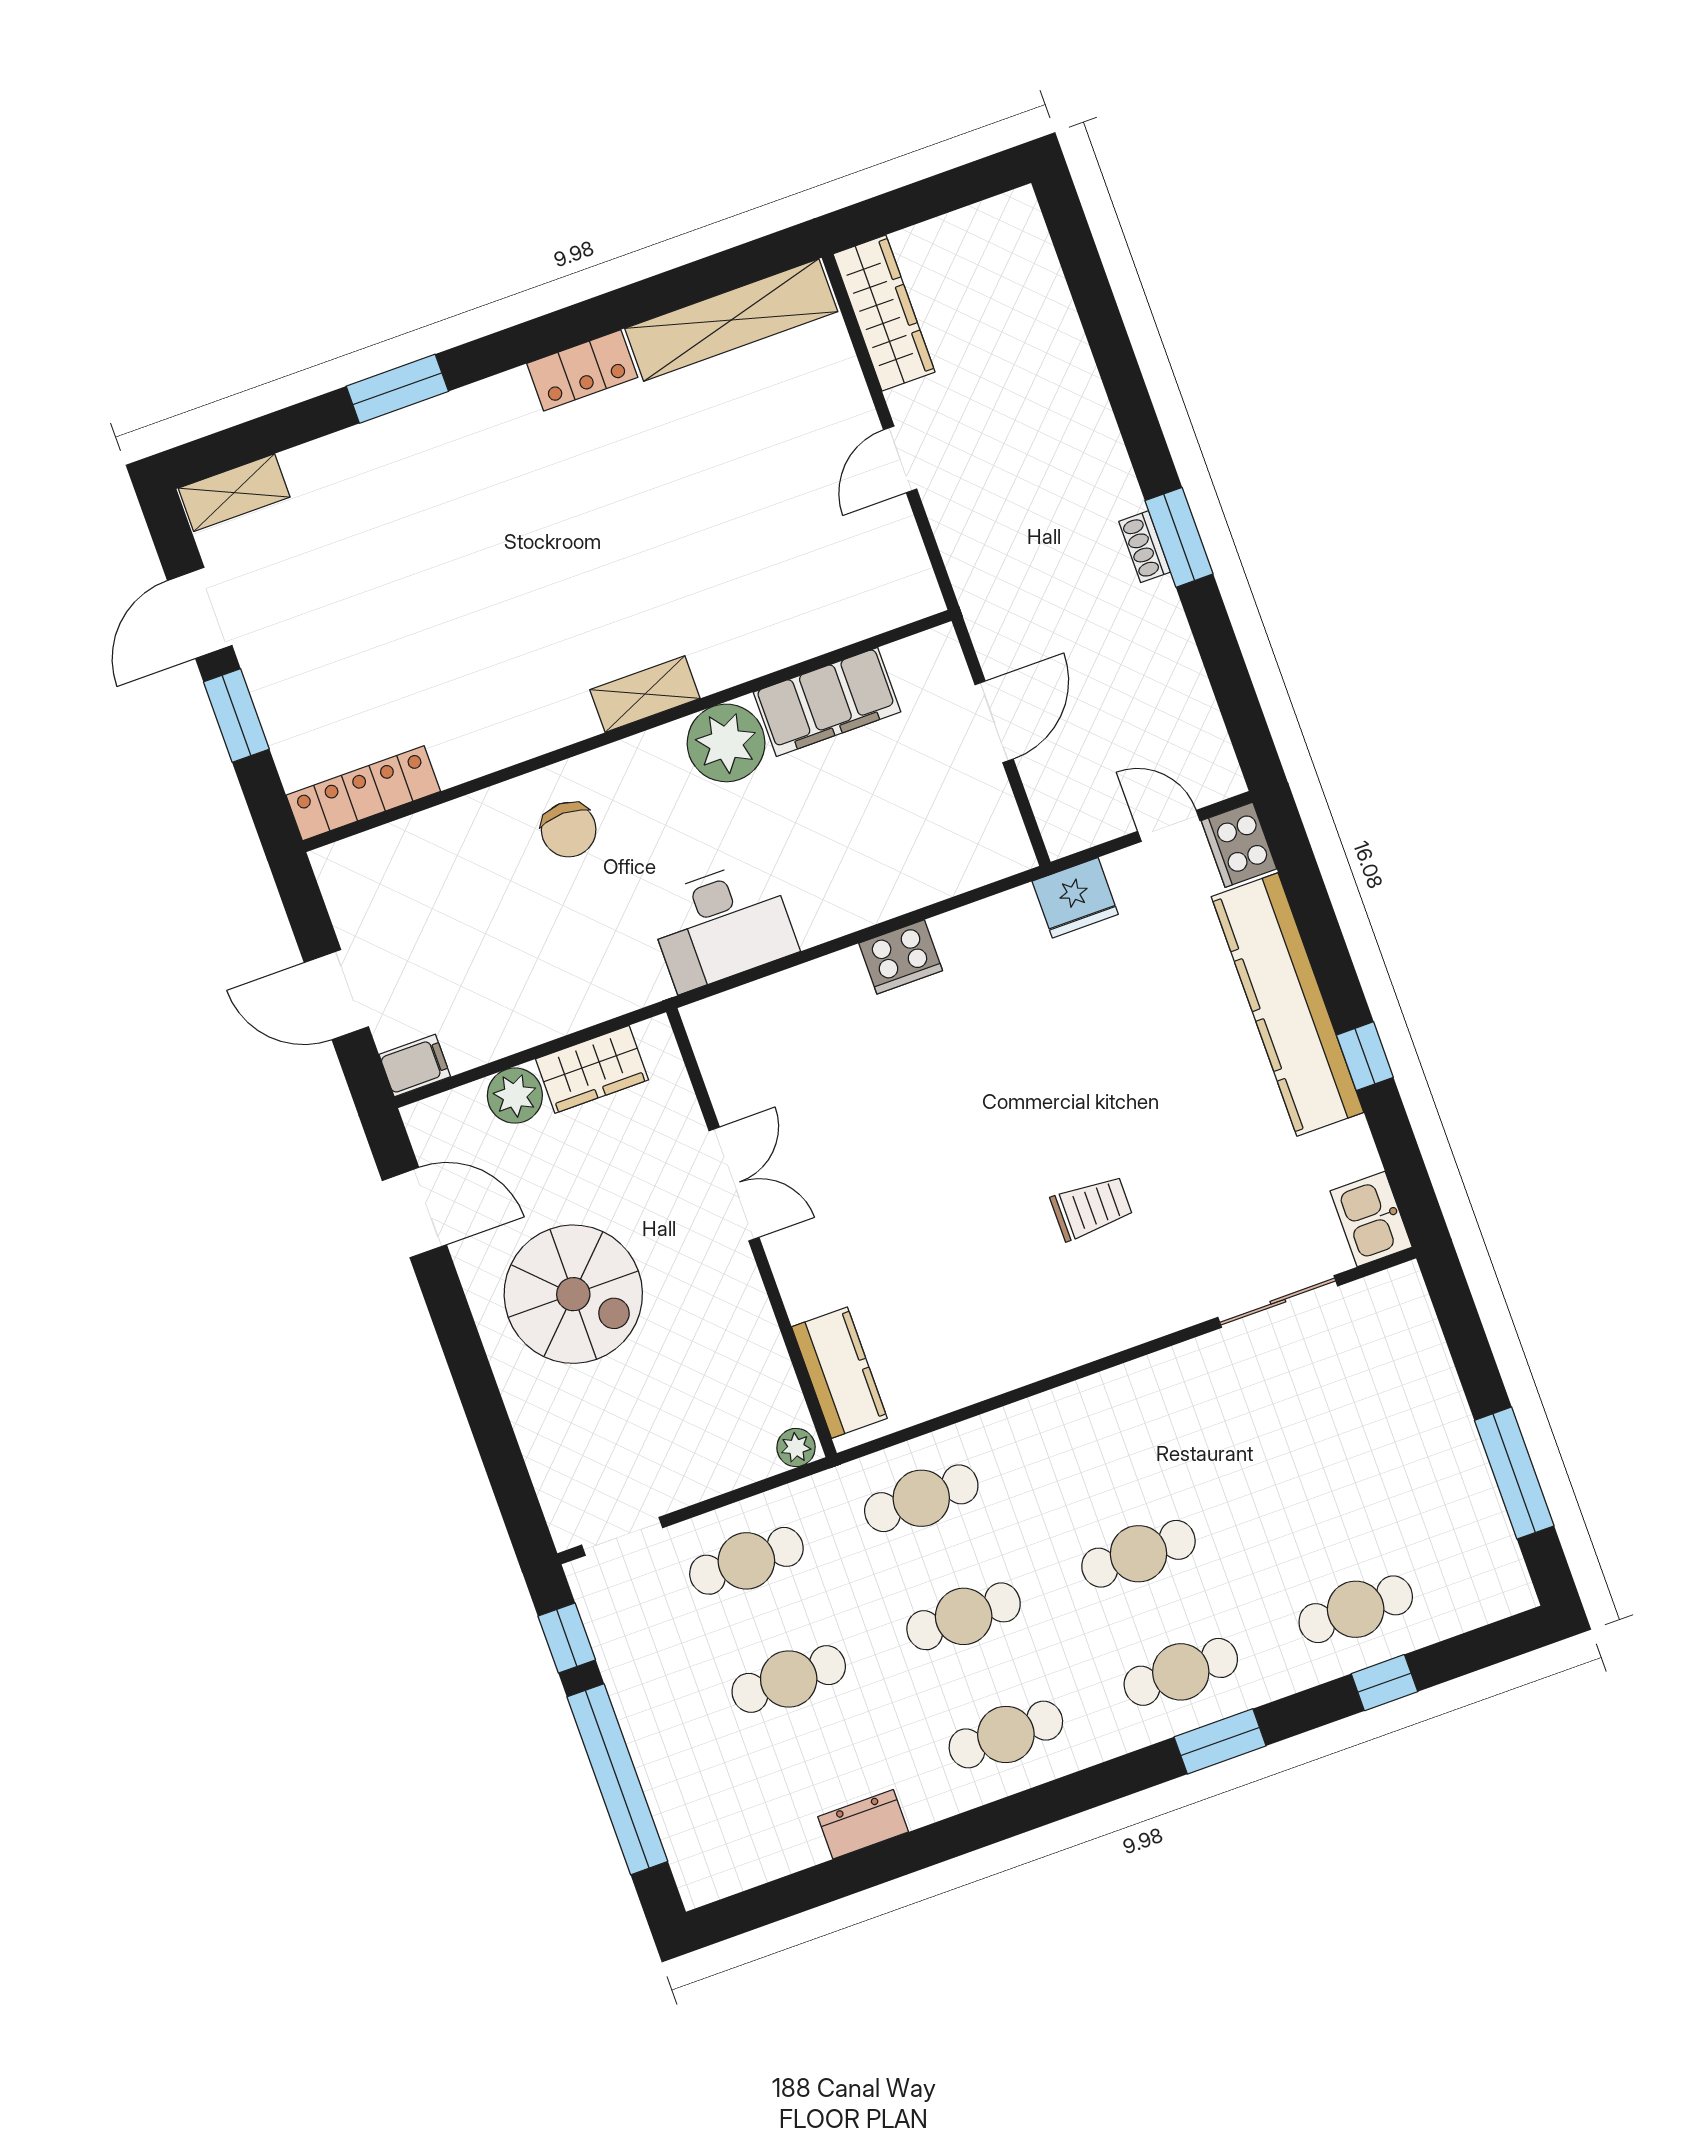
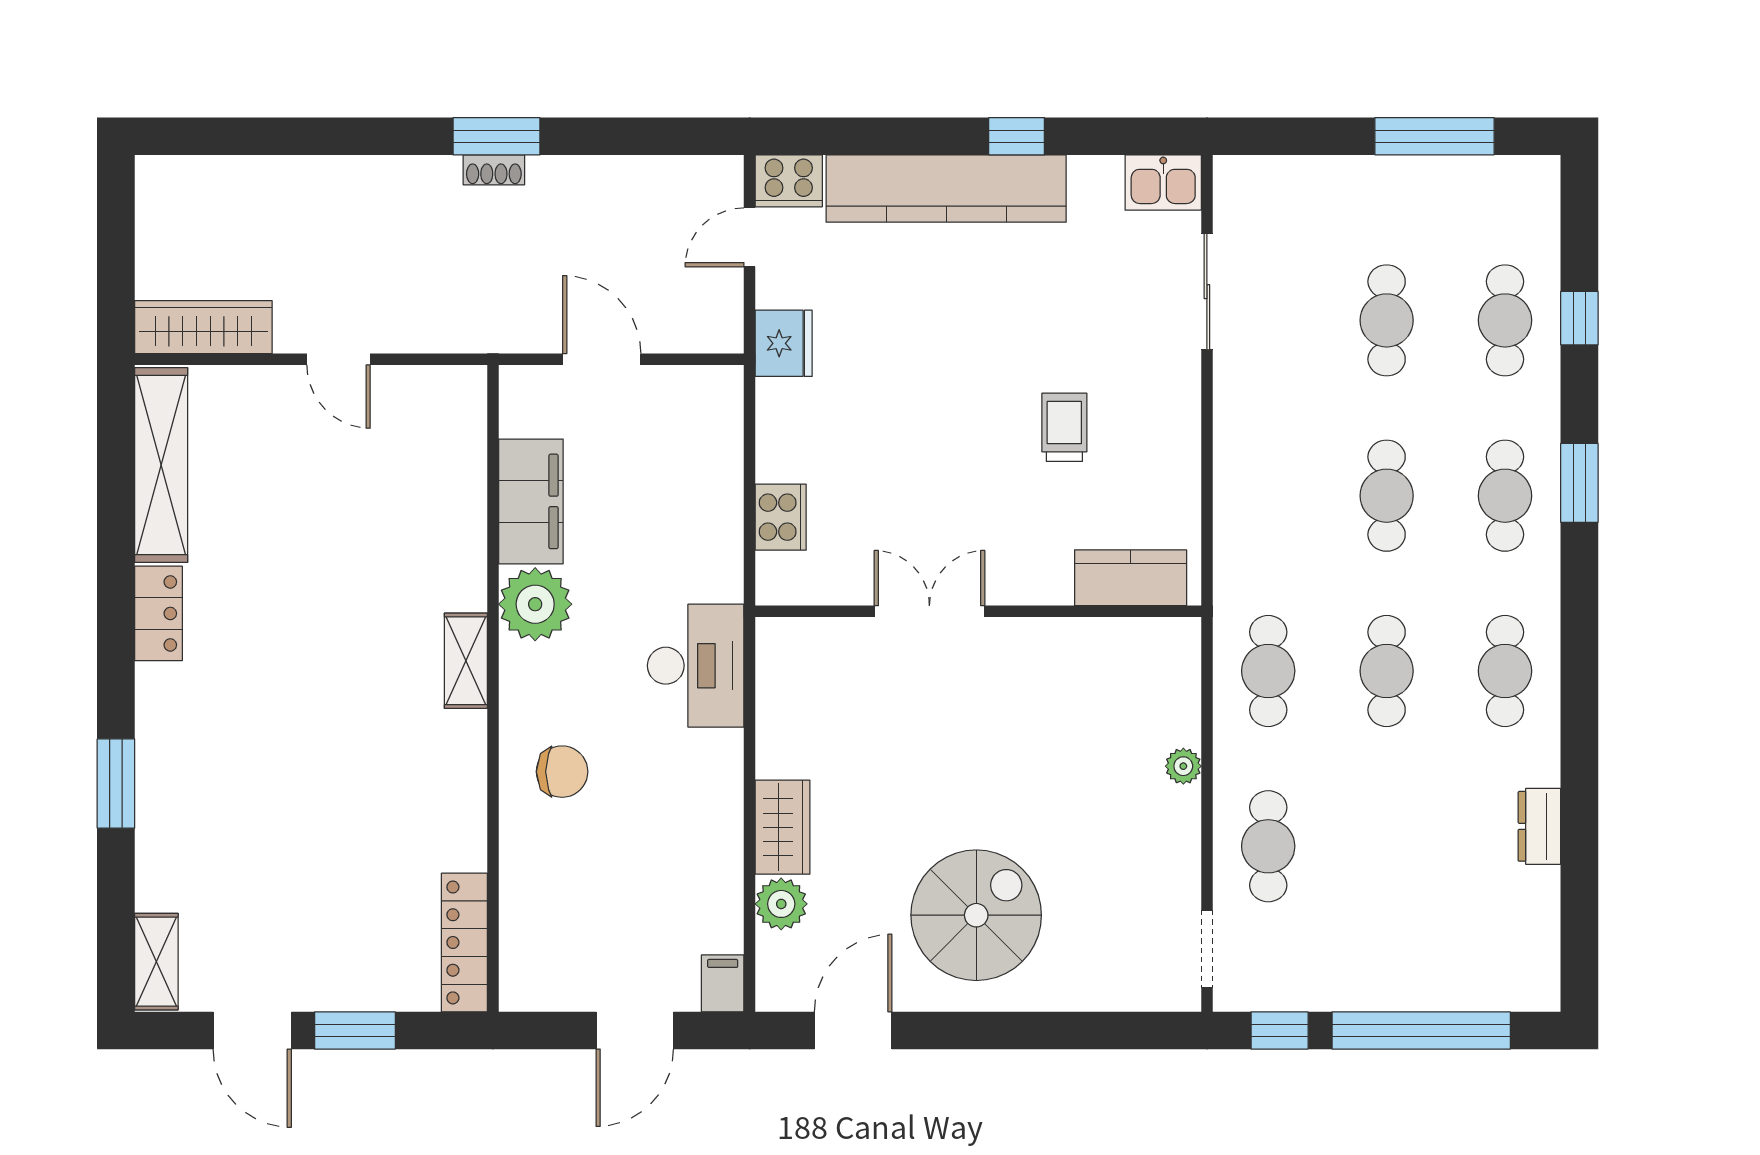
double door: (734, 1184) -> (929, 611), moved
wall: (751, 1233) -> (978, 611), moved
kitchen counter: (839, 1373) -> (1131, 578), moved
cafe table: (789, 1679) -> (1387, 320), moved

